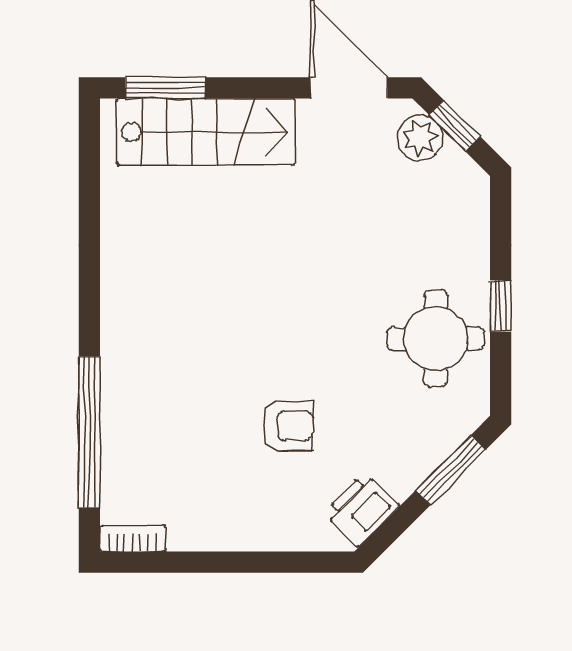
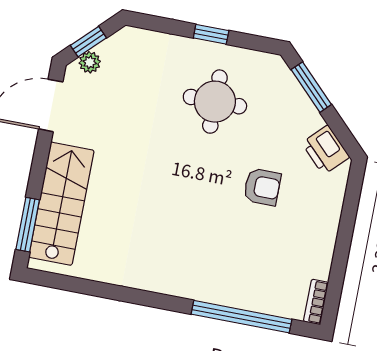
plant: (420, 138) -> (90, 62), width x0.73, depth x0.73
round table: (436, 339) -> (215, 102), moved
armchair: (288, 426) -> (262, 187), turned 90

